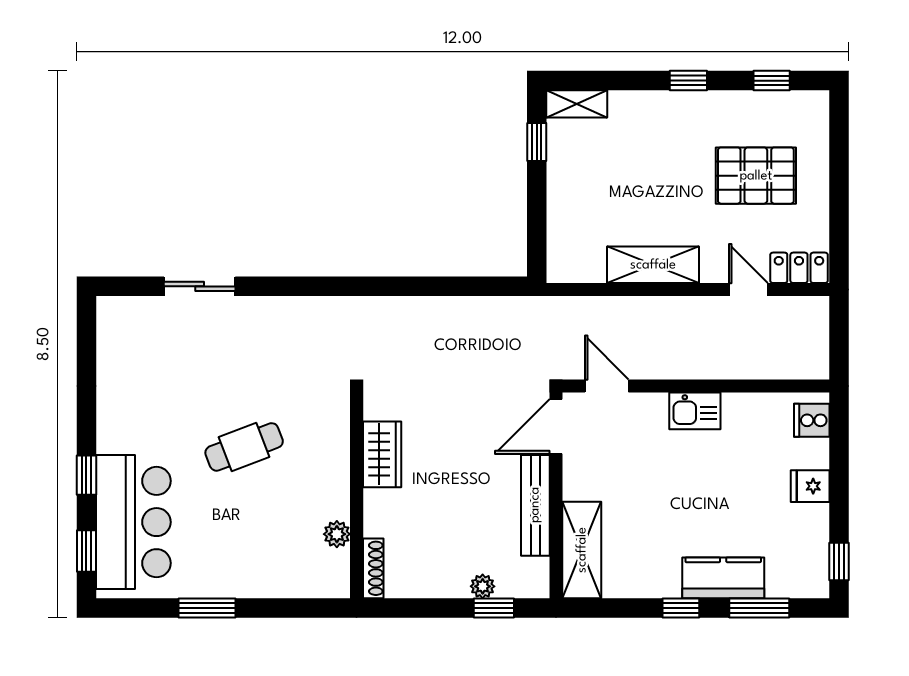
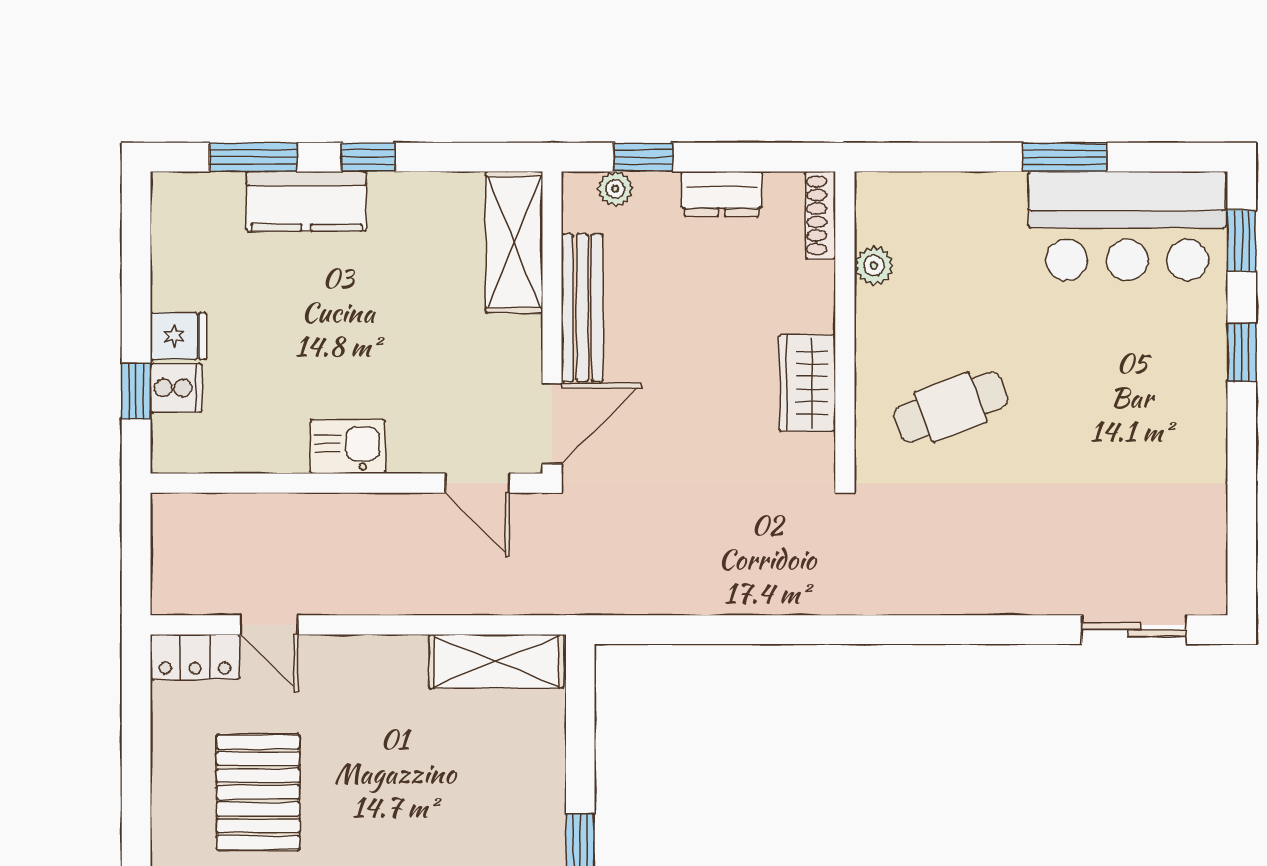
pallet: (756, 176) -> (258, 792), turned 90
shelving: (653, 265) -> (496, 661), moved
sliding door: (200, 286) -> (1134, 630), moved
cooker: (812, 420) -> (176, 388), moved
cafe table: (244, 447) -> (951, 407), moved
bar counter: (133, 522) -> (1127, 226), moved, turned -90
window: (839, 562) -> (136, 391), moved
dresser: (441, 583) -> (721, 194), added
plant: (483, 586) -> (615, 189), moved

